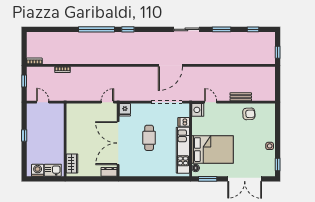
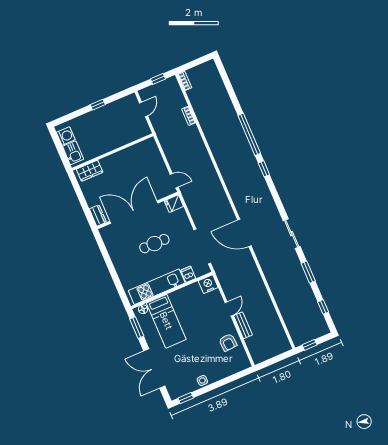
door: (211, 102) -> (229, 309), moved
bed: (212, 150) -> (166, 321), width x0.67

